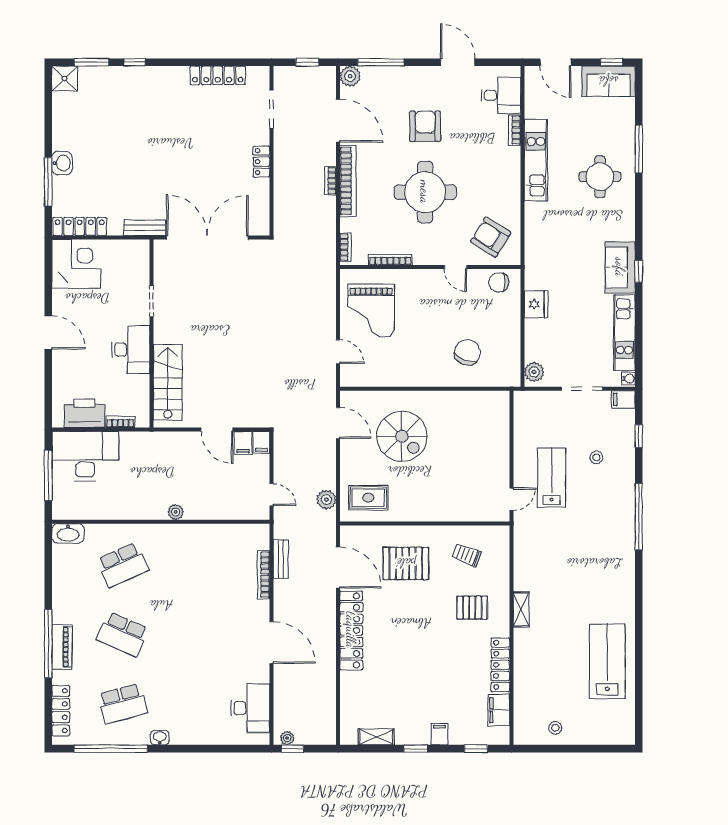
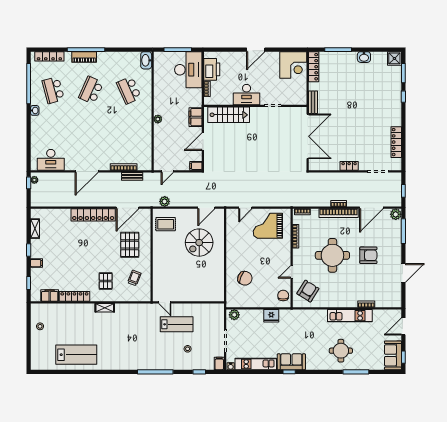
desk: (501, 95) -> (385, 297), removed
washbasin: (62, 163) -> (364, 57), moved
filing cabinet: (243, 443) -> (196, 117), moved, width x2.00
rug: (368, 498) -> (166, 224), turned 90

